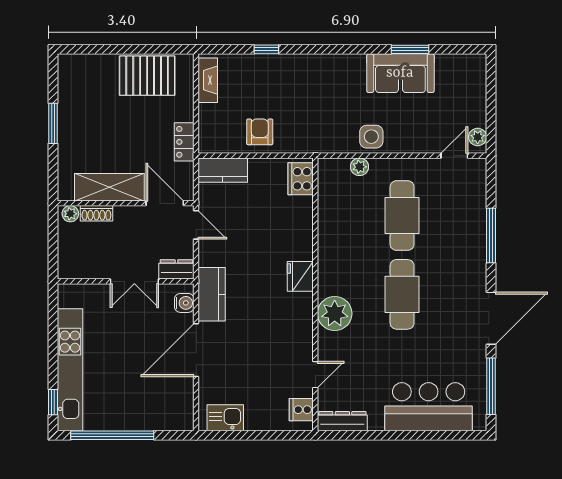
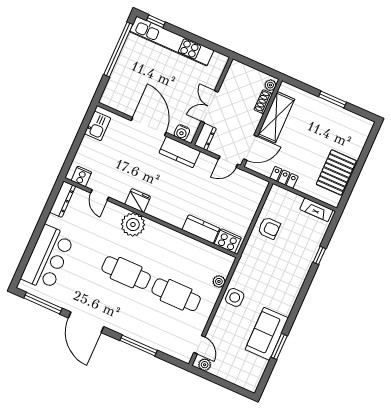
kitchen counter: (223, 170) -> (201, 229), moved, turned 90
fridge: (300, 276) -> (138, 201), moved

